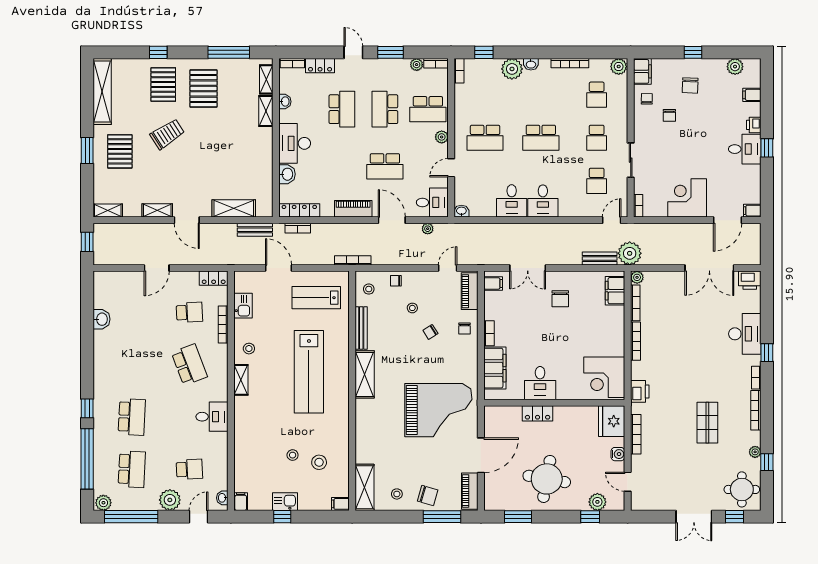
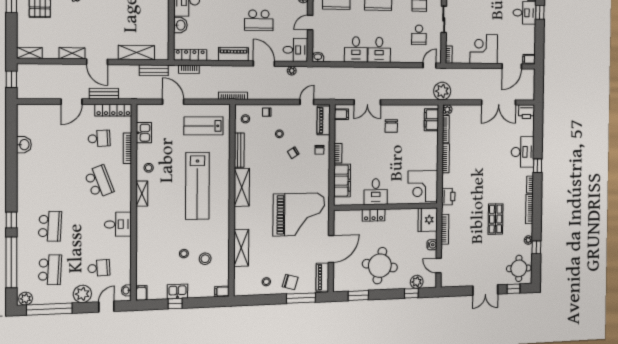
bench: (600, 258) -> (104, 94), moved
locker: (214, 278) -> (113, 110), width x1.53
shelving: (364, 487) -> (241, 248), moved

